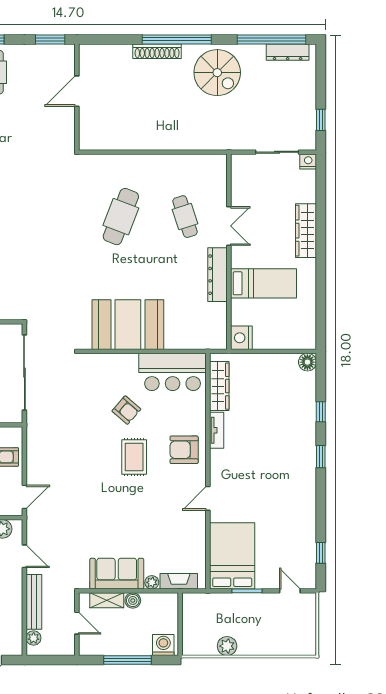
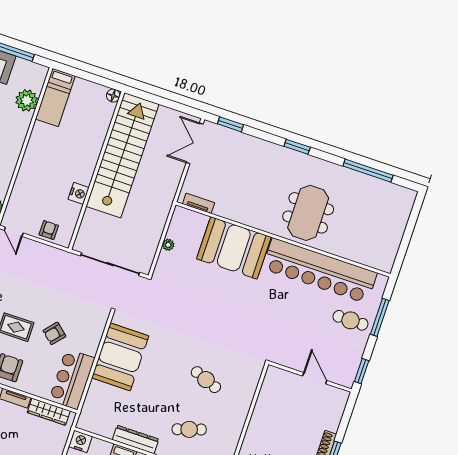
cafe table: (121, 217) -> (206, 380), width x0.73, depth x0.74

